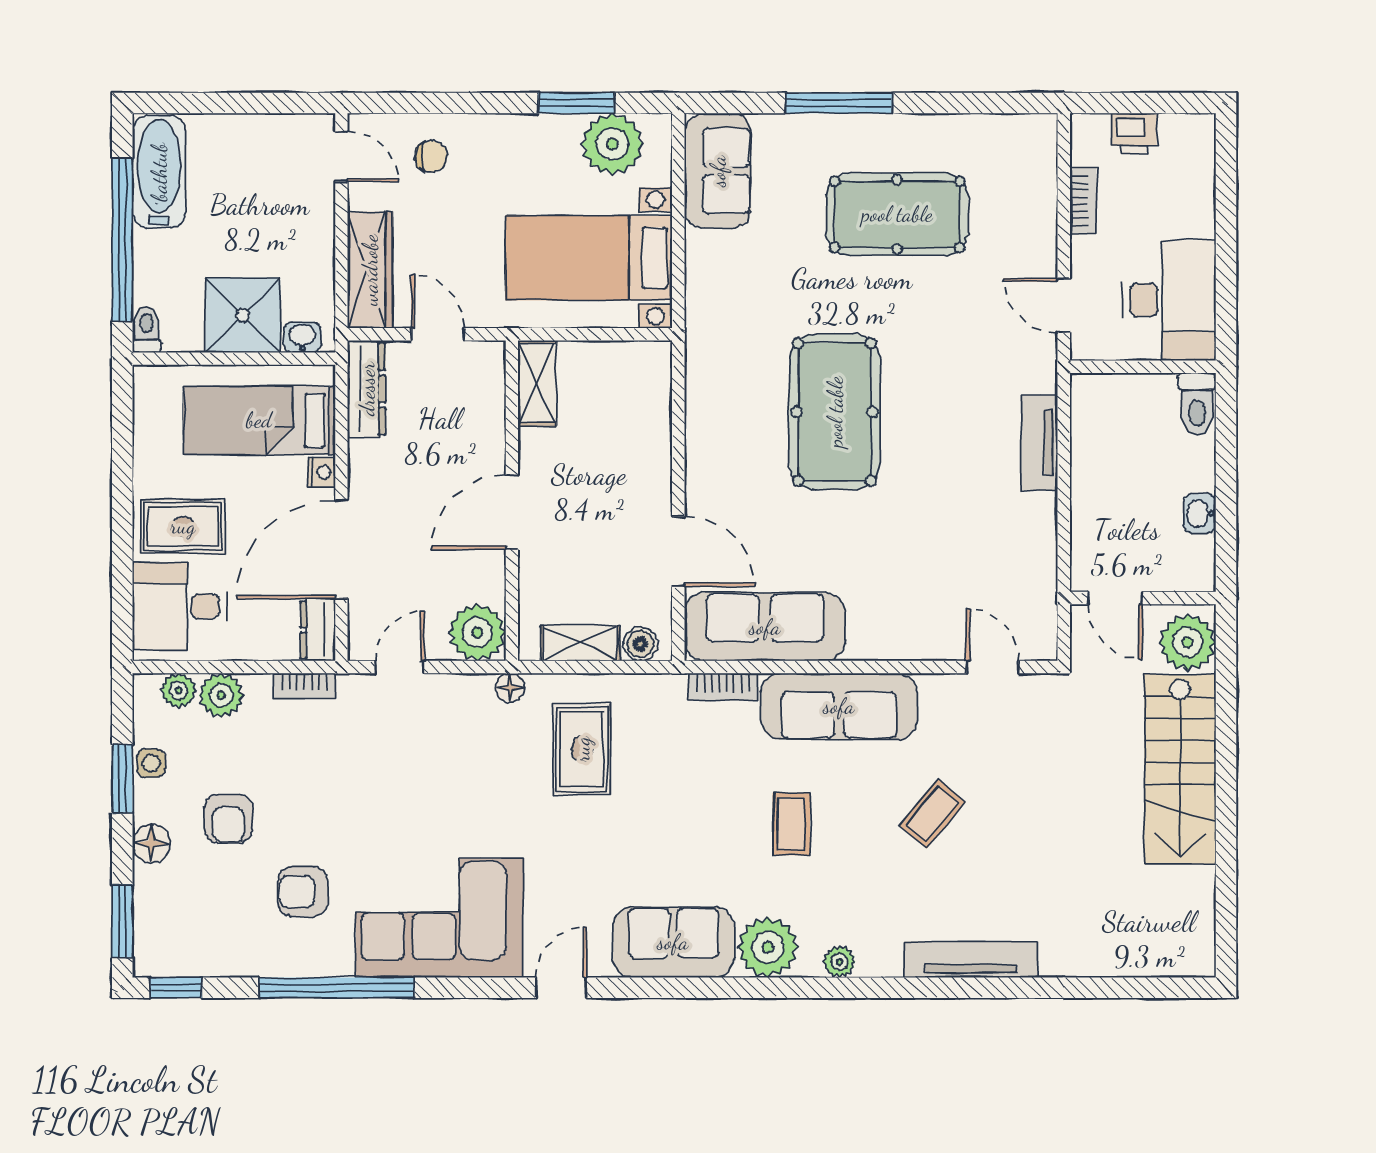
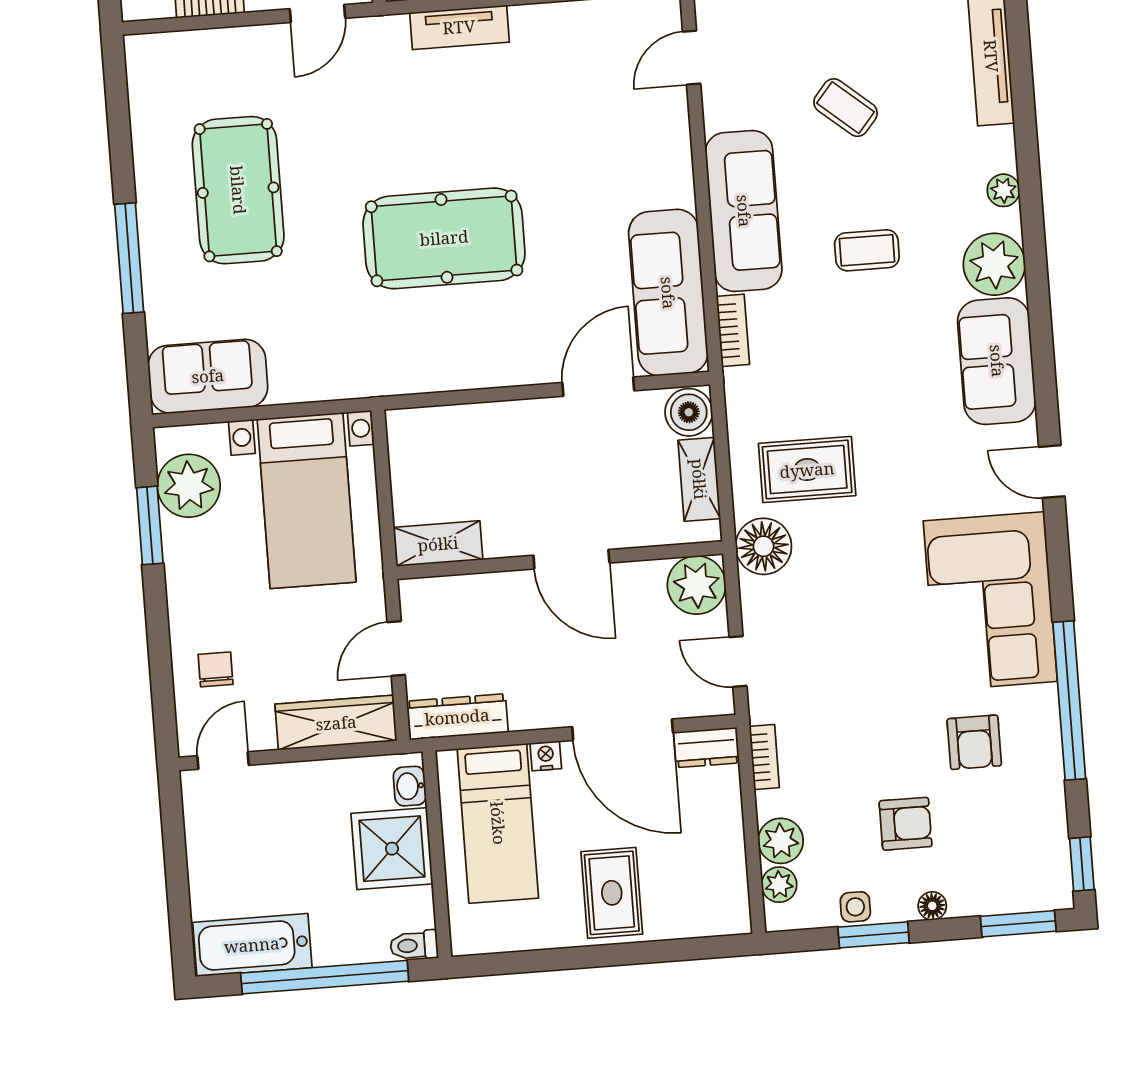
desk: (180, 606) -> (693, 890), removed
boiler: (640, 644) -> (689, 412), width x1.36, depth x1.36
floor lamp: (510, 688) -> (764, 546), width x1.89, depth x1.89
floor lamp: (151, 844) -> (932, 906), width x0.73, depth x0.73

